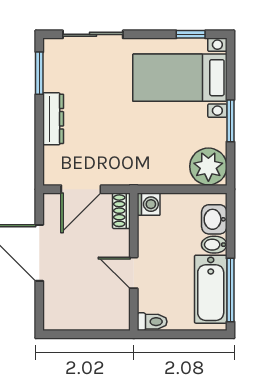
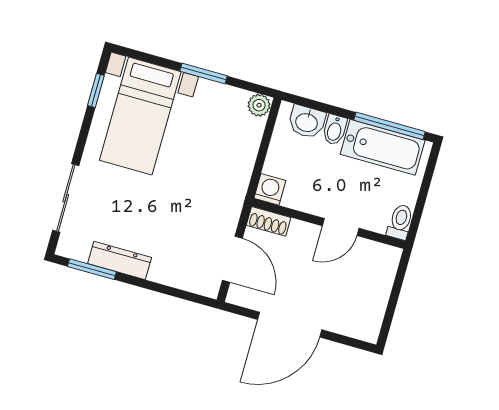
dresser: (53, 119) -> (120, 260), moved
plant: (208, 166) -> (259, 105), width x0.53, depth x0.53

